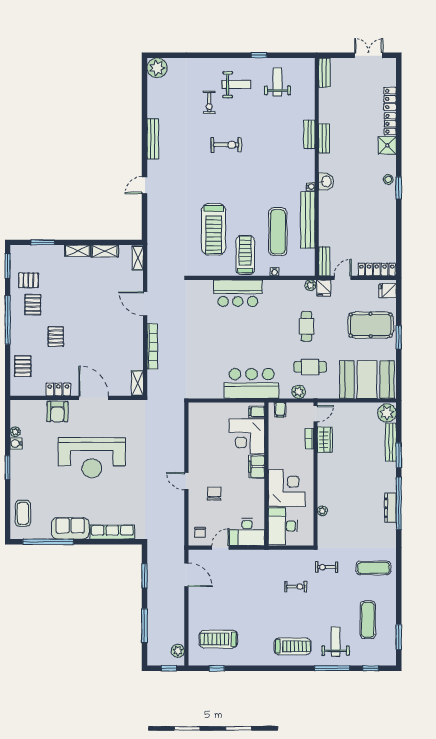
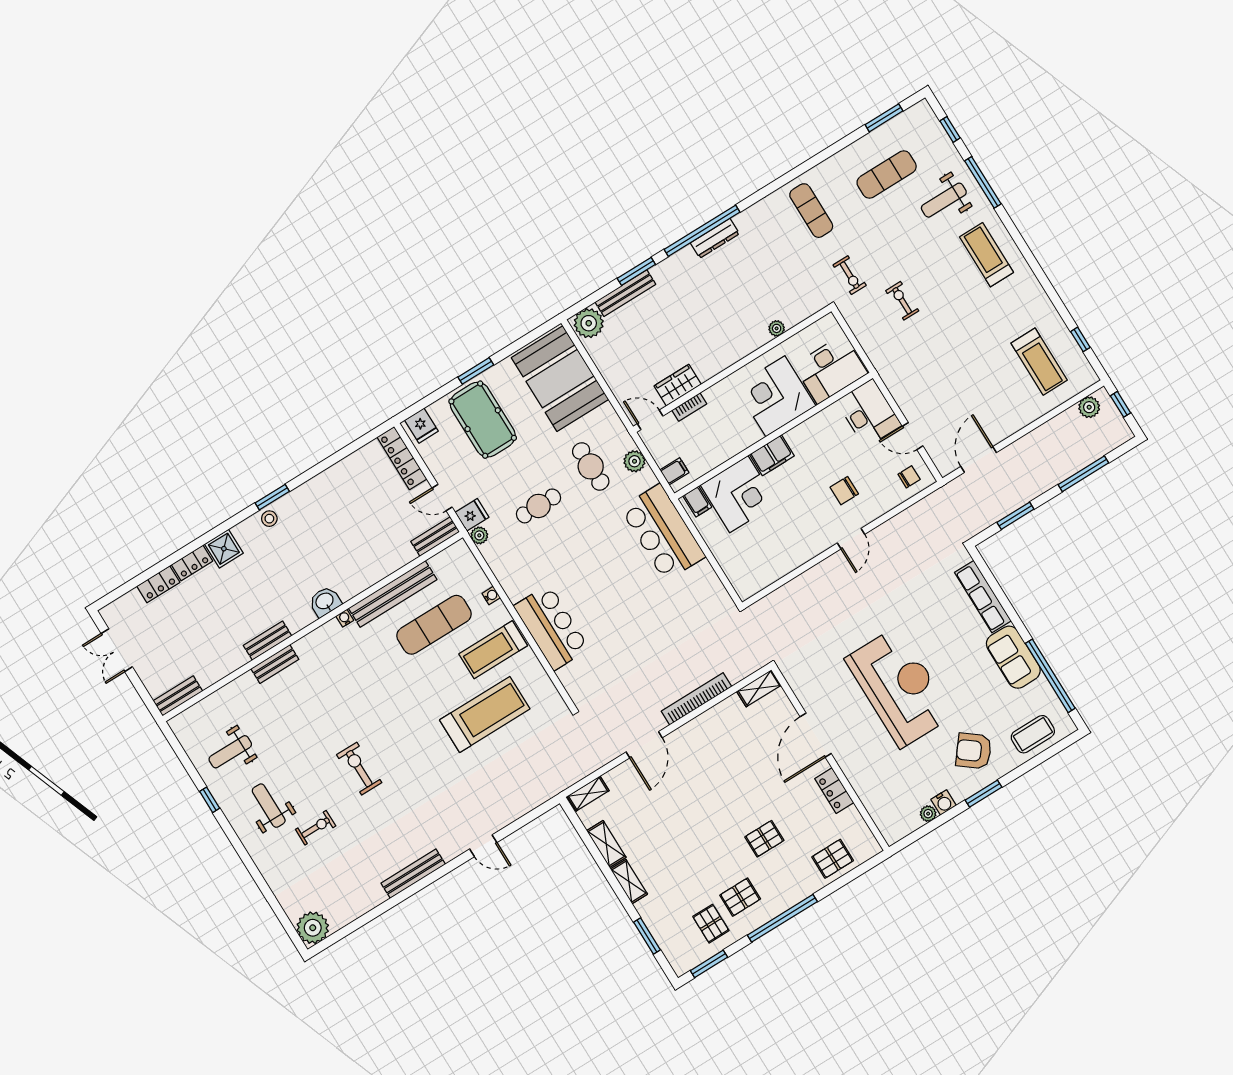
armchair: (57, 412) -> (974, 751), moved, turned -143

